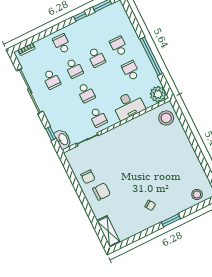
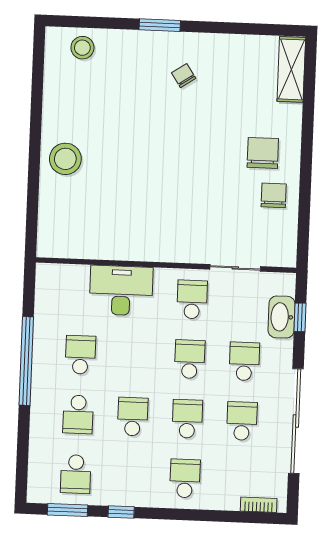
school desk: (107, 22) -> (76, 474), added
school desk: (62, 44) -> (185, 478), turned 180
school desk: (131, 71) -> (80, 355), turned 180
plant: (158, 94) -> (53, 281), removed
school desk: (64, 104) -> (244, 361), added
stool: (166, 118) -> (65, 159), moved
washbasin: (63, 139) -> (282, 317), moved
chair: (102, 192) -> (263, 153), turned 90

